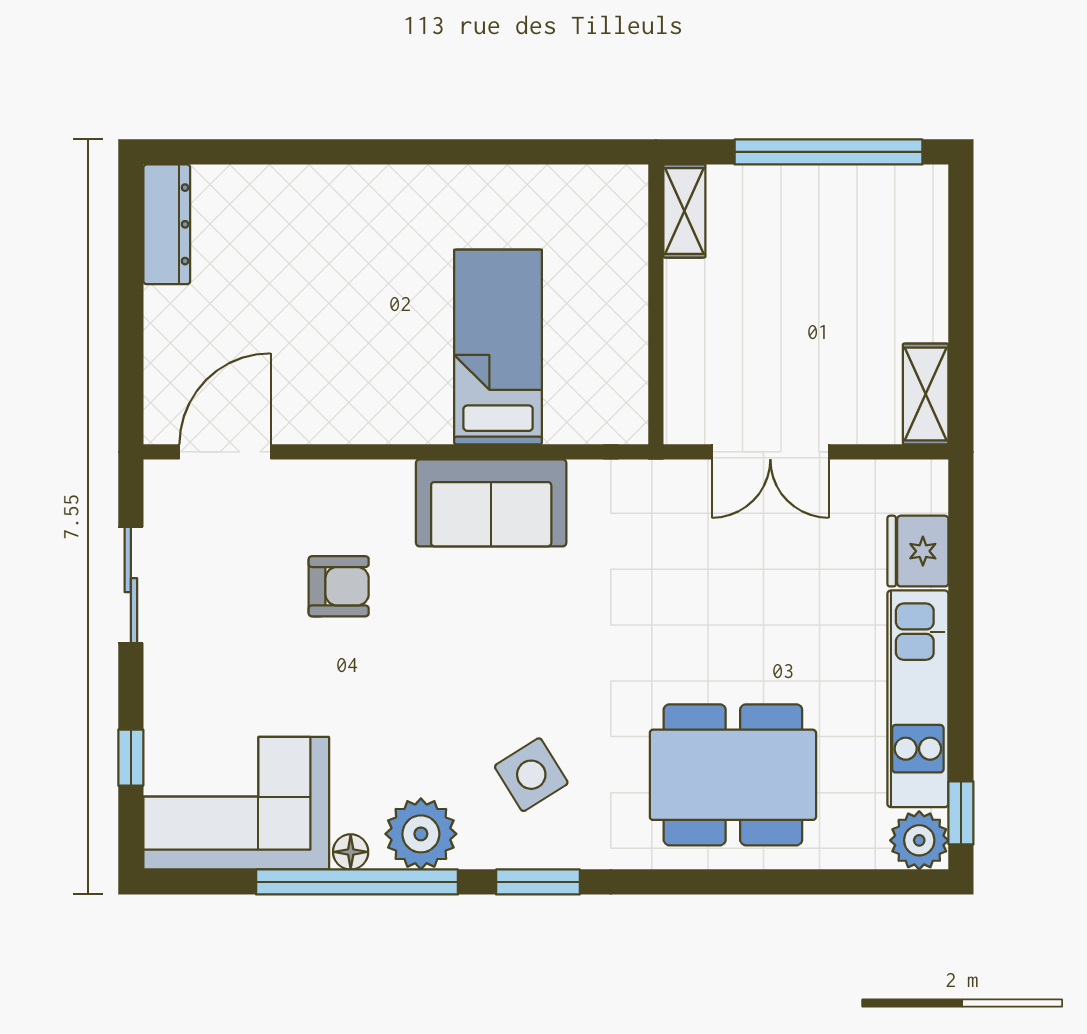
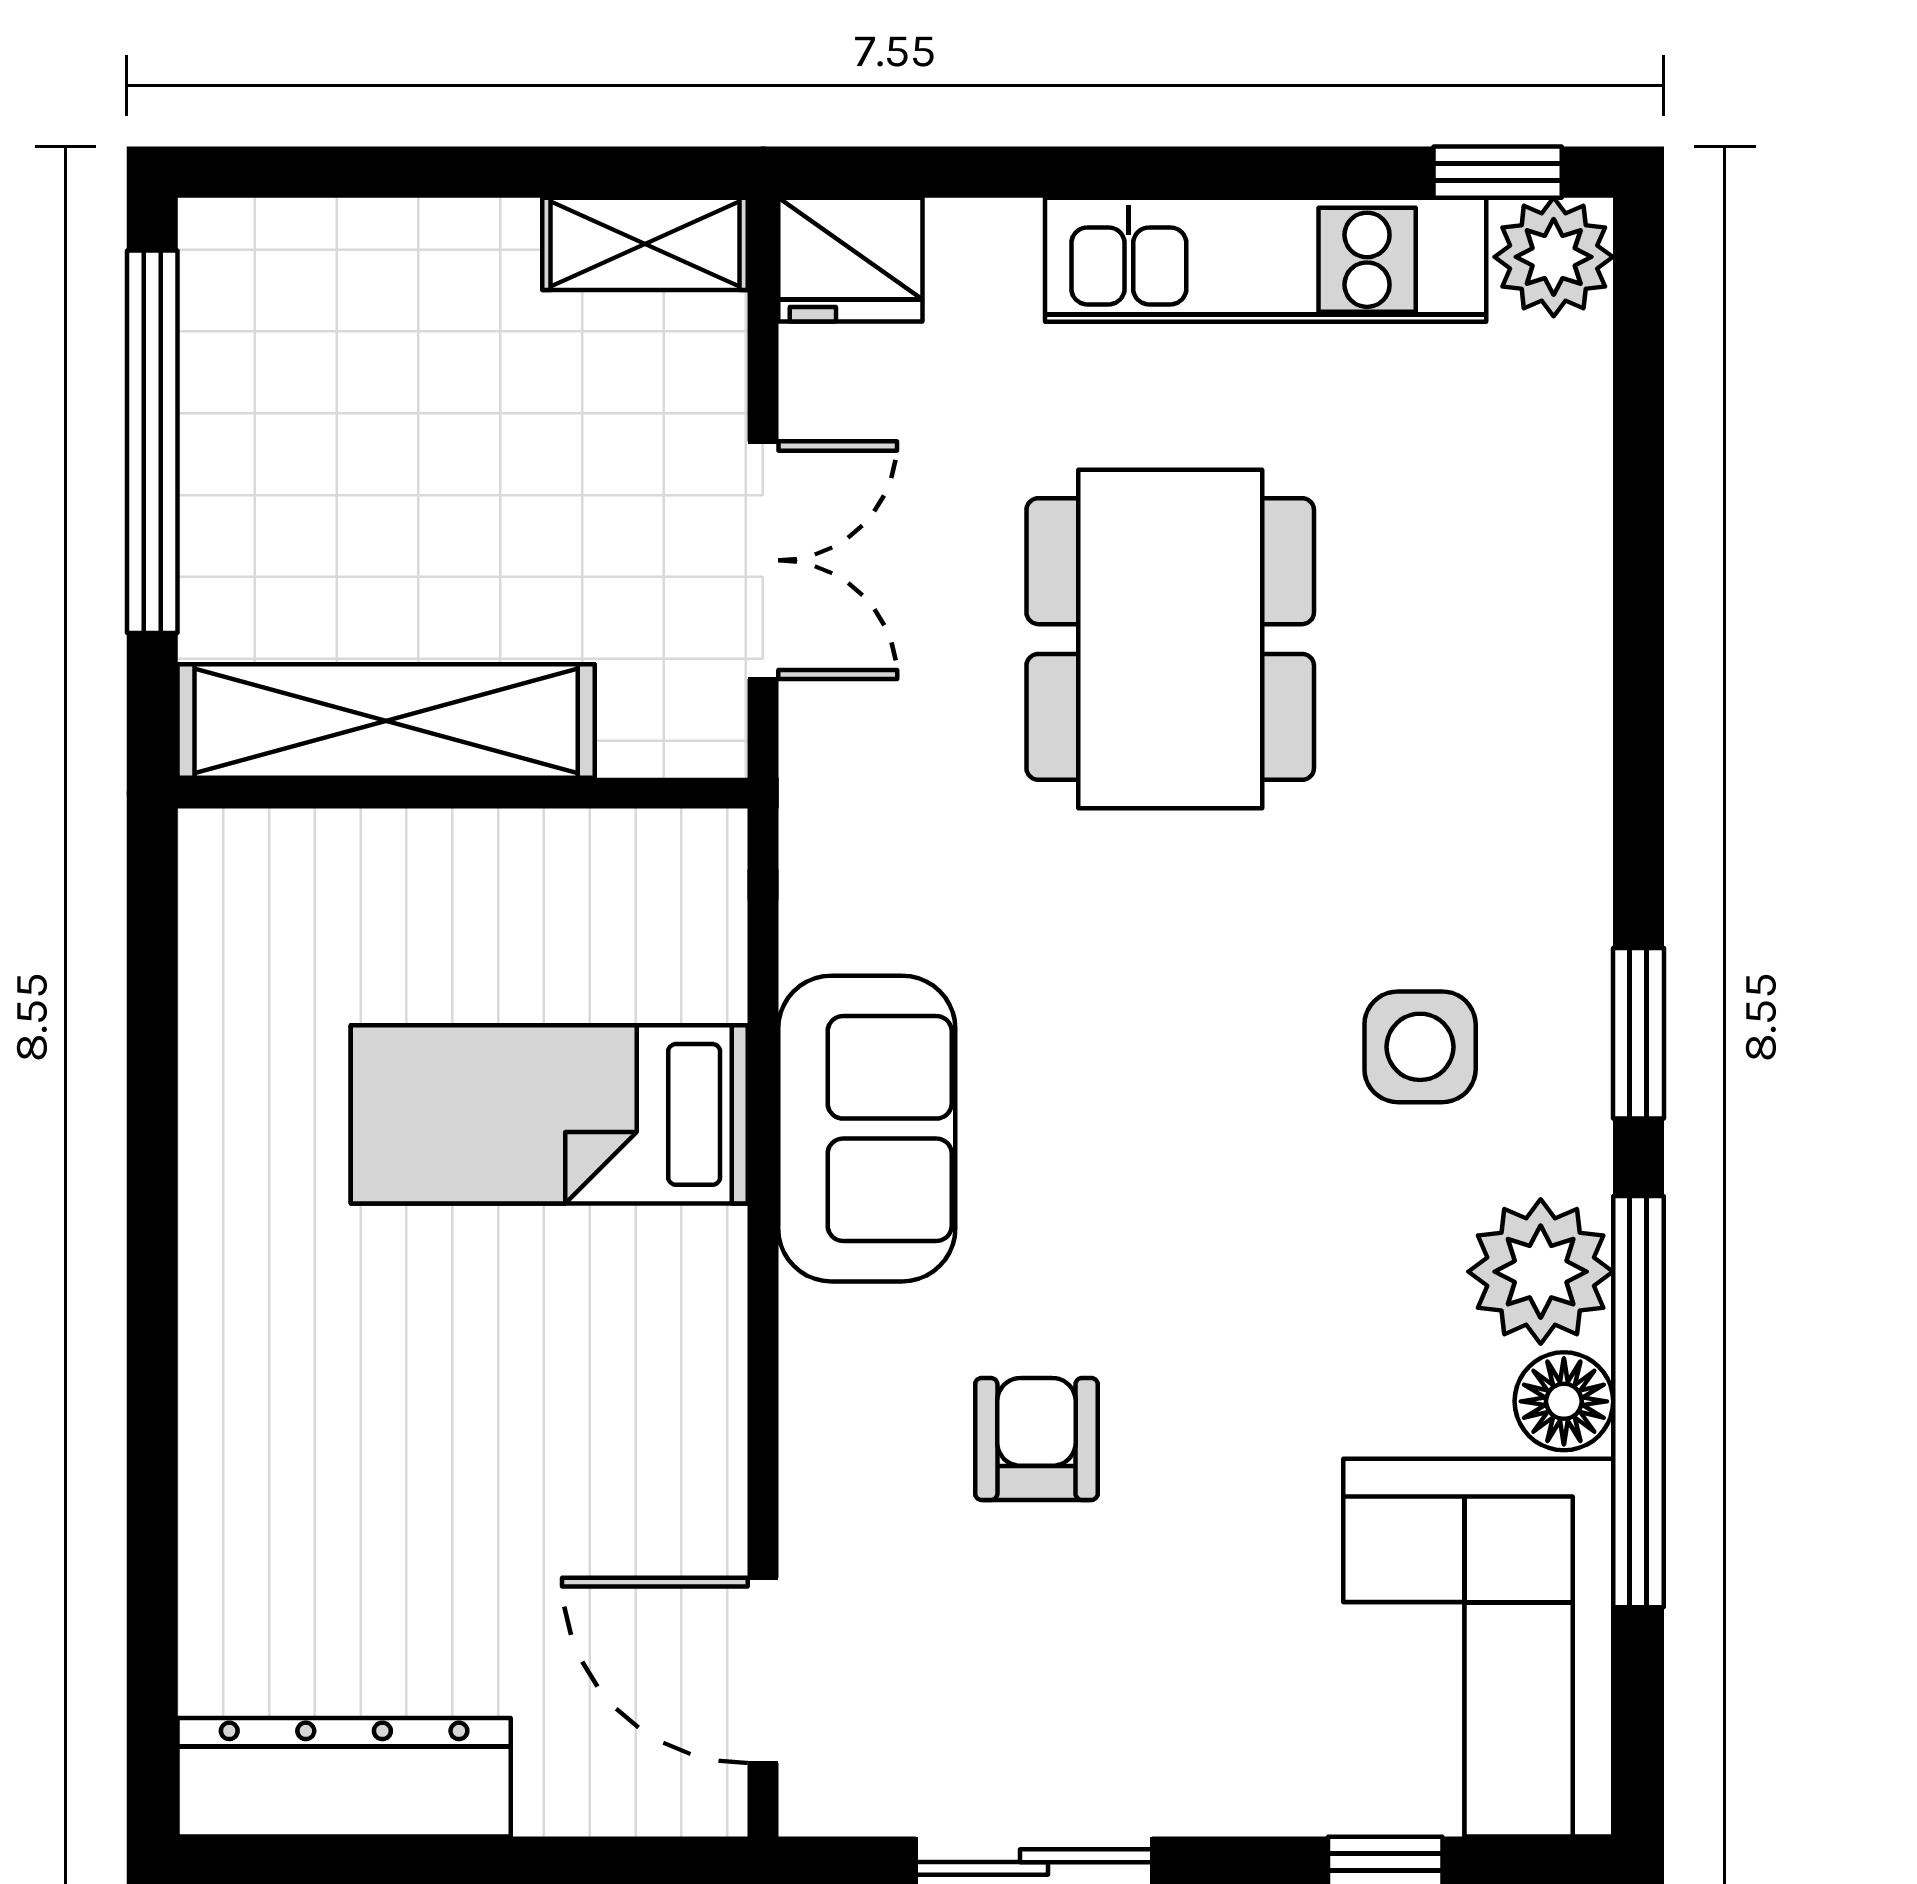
shelving: (684, 211) -> (386, 721), width x2.20, depth x1.33
dresser: (167, 224) -> (344, 1777), width x1.37, depth x1.24
fridge: (918, 551) -> (850, 260), moved
side table: (531, 775) -> (1420, 1047), turned 32
dining table: (733, 775) -> (1170, 639), moved
floor lamp: (351, 852) -> (1564, 1401), width x1.37, depth x1.37

